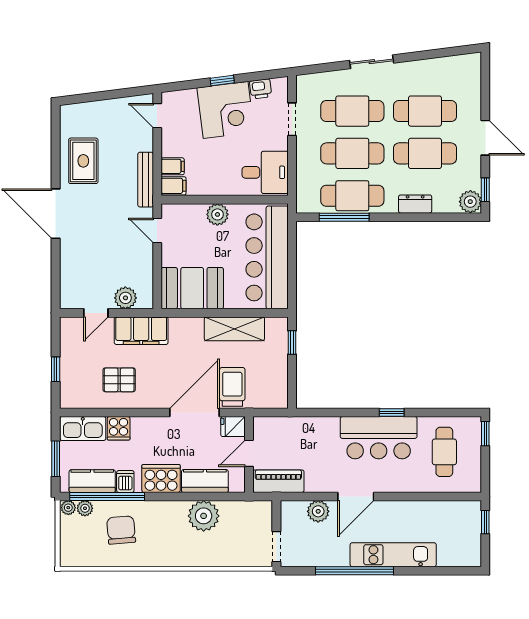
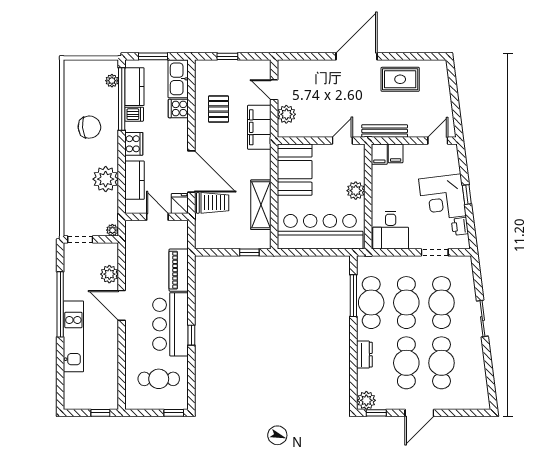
cooker: (161, 479) -> (134, 144), width x0.73, depth x0.76
piano: (278, 481) -> (179, 270), moved, turned 180
plant: (68, 508) -> (112, 230), moved
chair: (121, 530) -> (89, 127), moved

